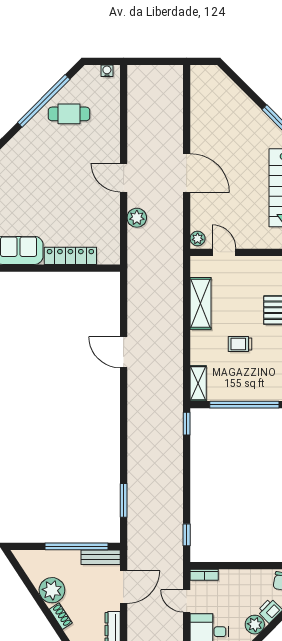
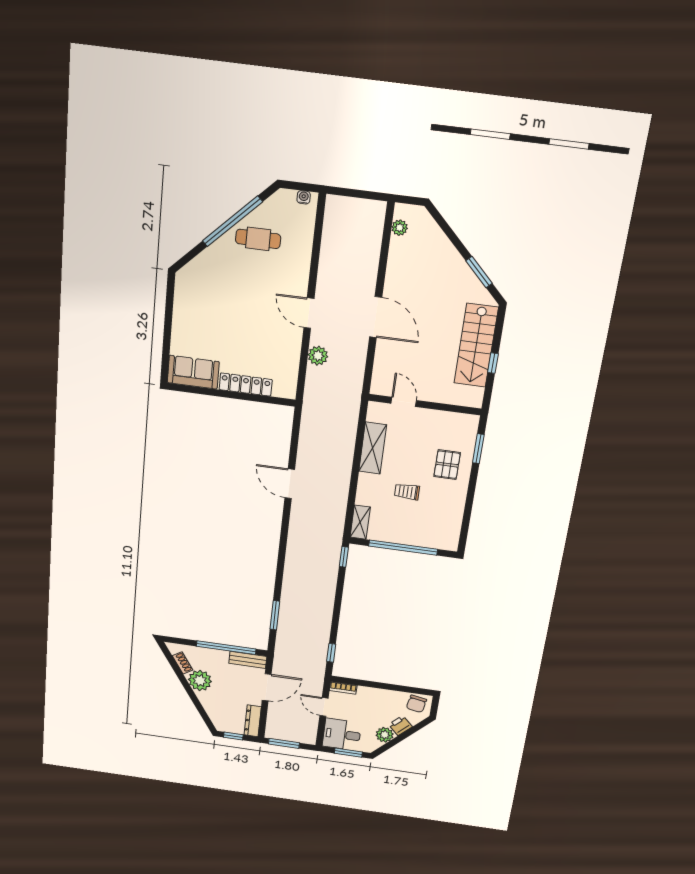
plant: (198, 238) -> (400, 228), moved
shoe rack: (61, 616) -> (182, 663), moved

